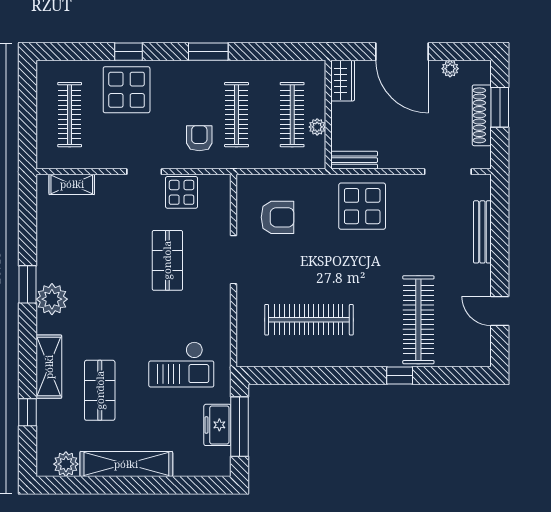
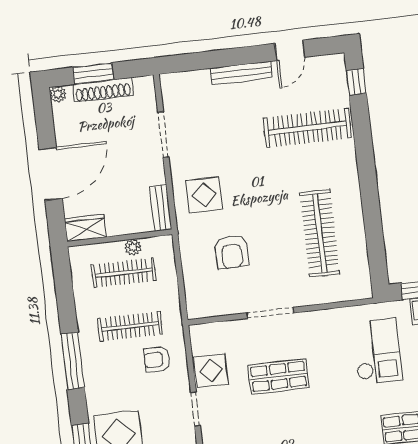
window: (208, 52) -> (73, 361), width x1.44
plant: (450, 69) -> (58, 94), moved
doorway: (448, 172) -> (163, 135), moved
display table: (362, 206) -> (204, 195), width x0.73, depth x0.73
armchair: (277, 217) -> (232, 252), moved, turned 180
bench: (482, 232) -> (241, 73), moved
window: (400, 375) -> (356, 82), moved

